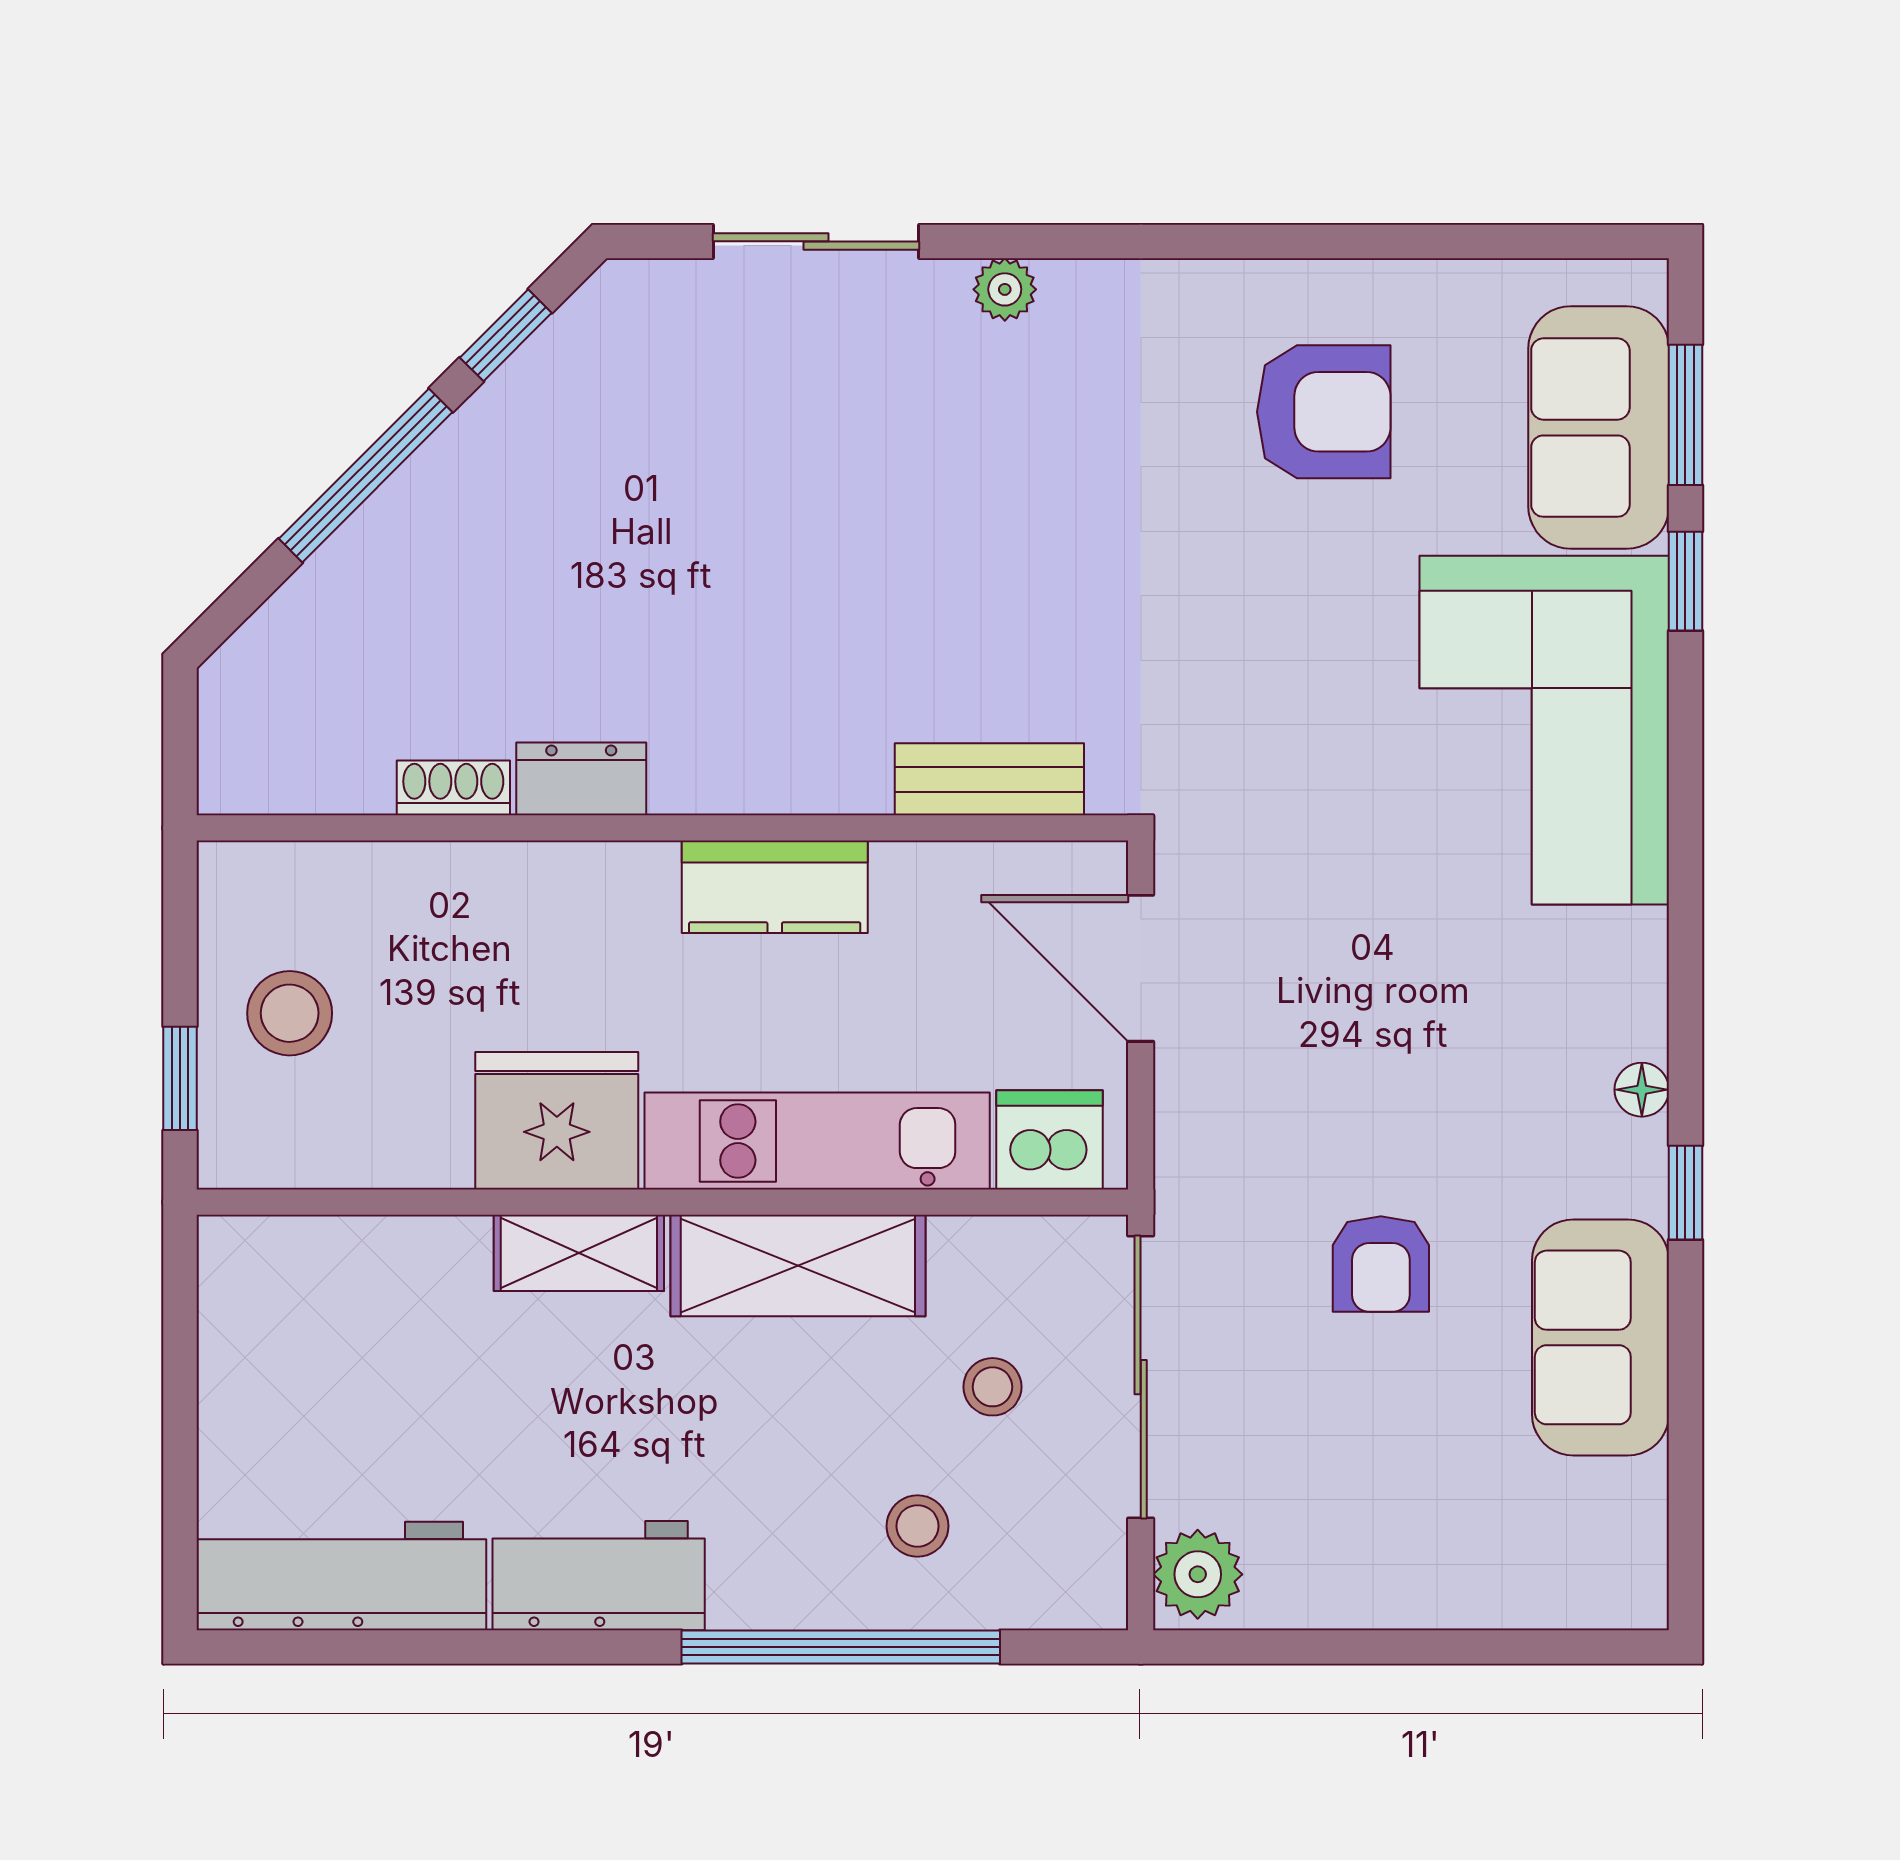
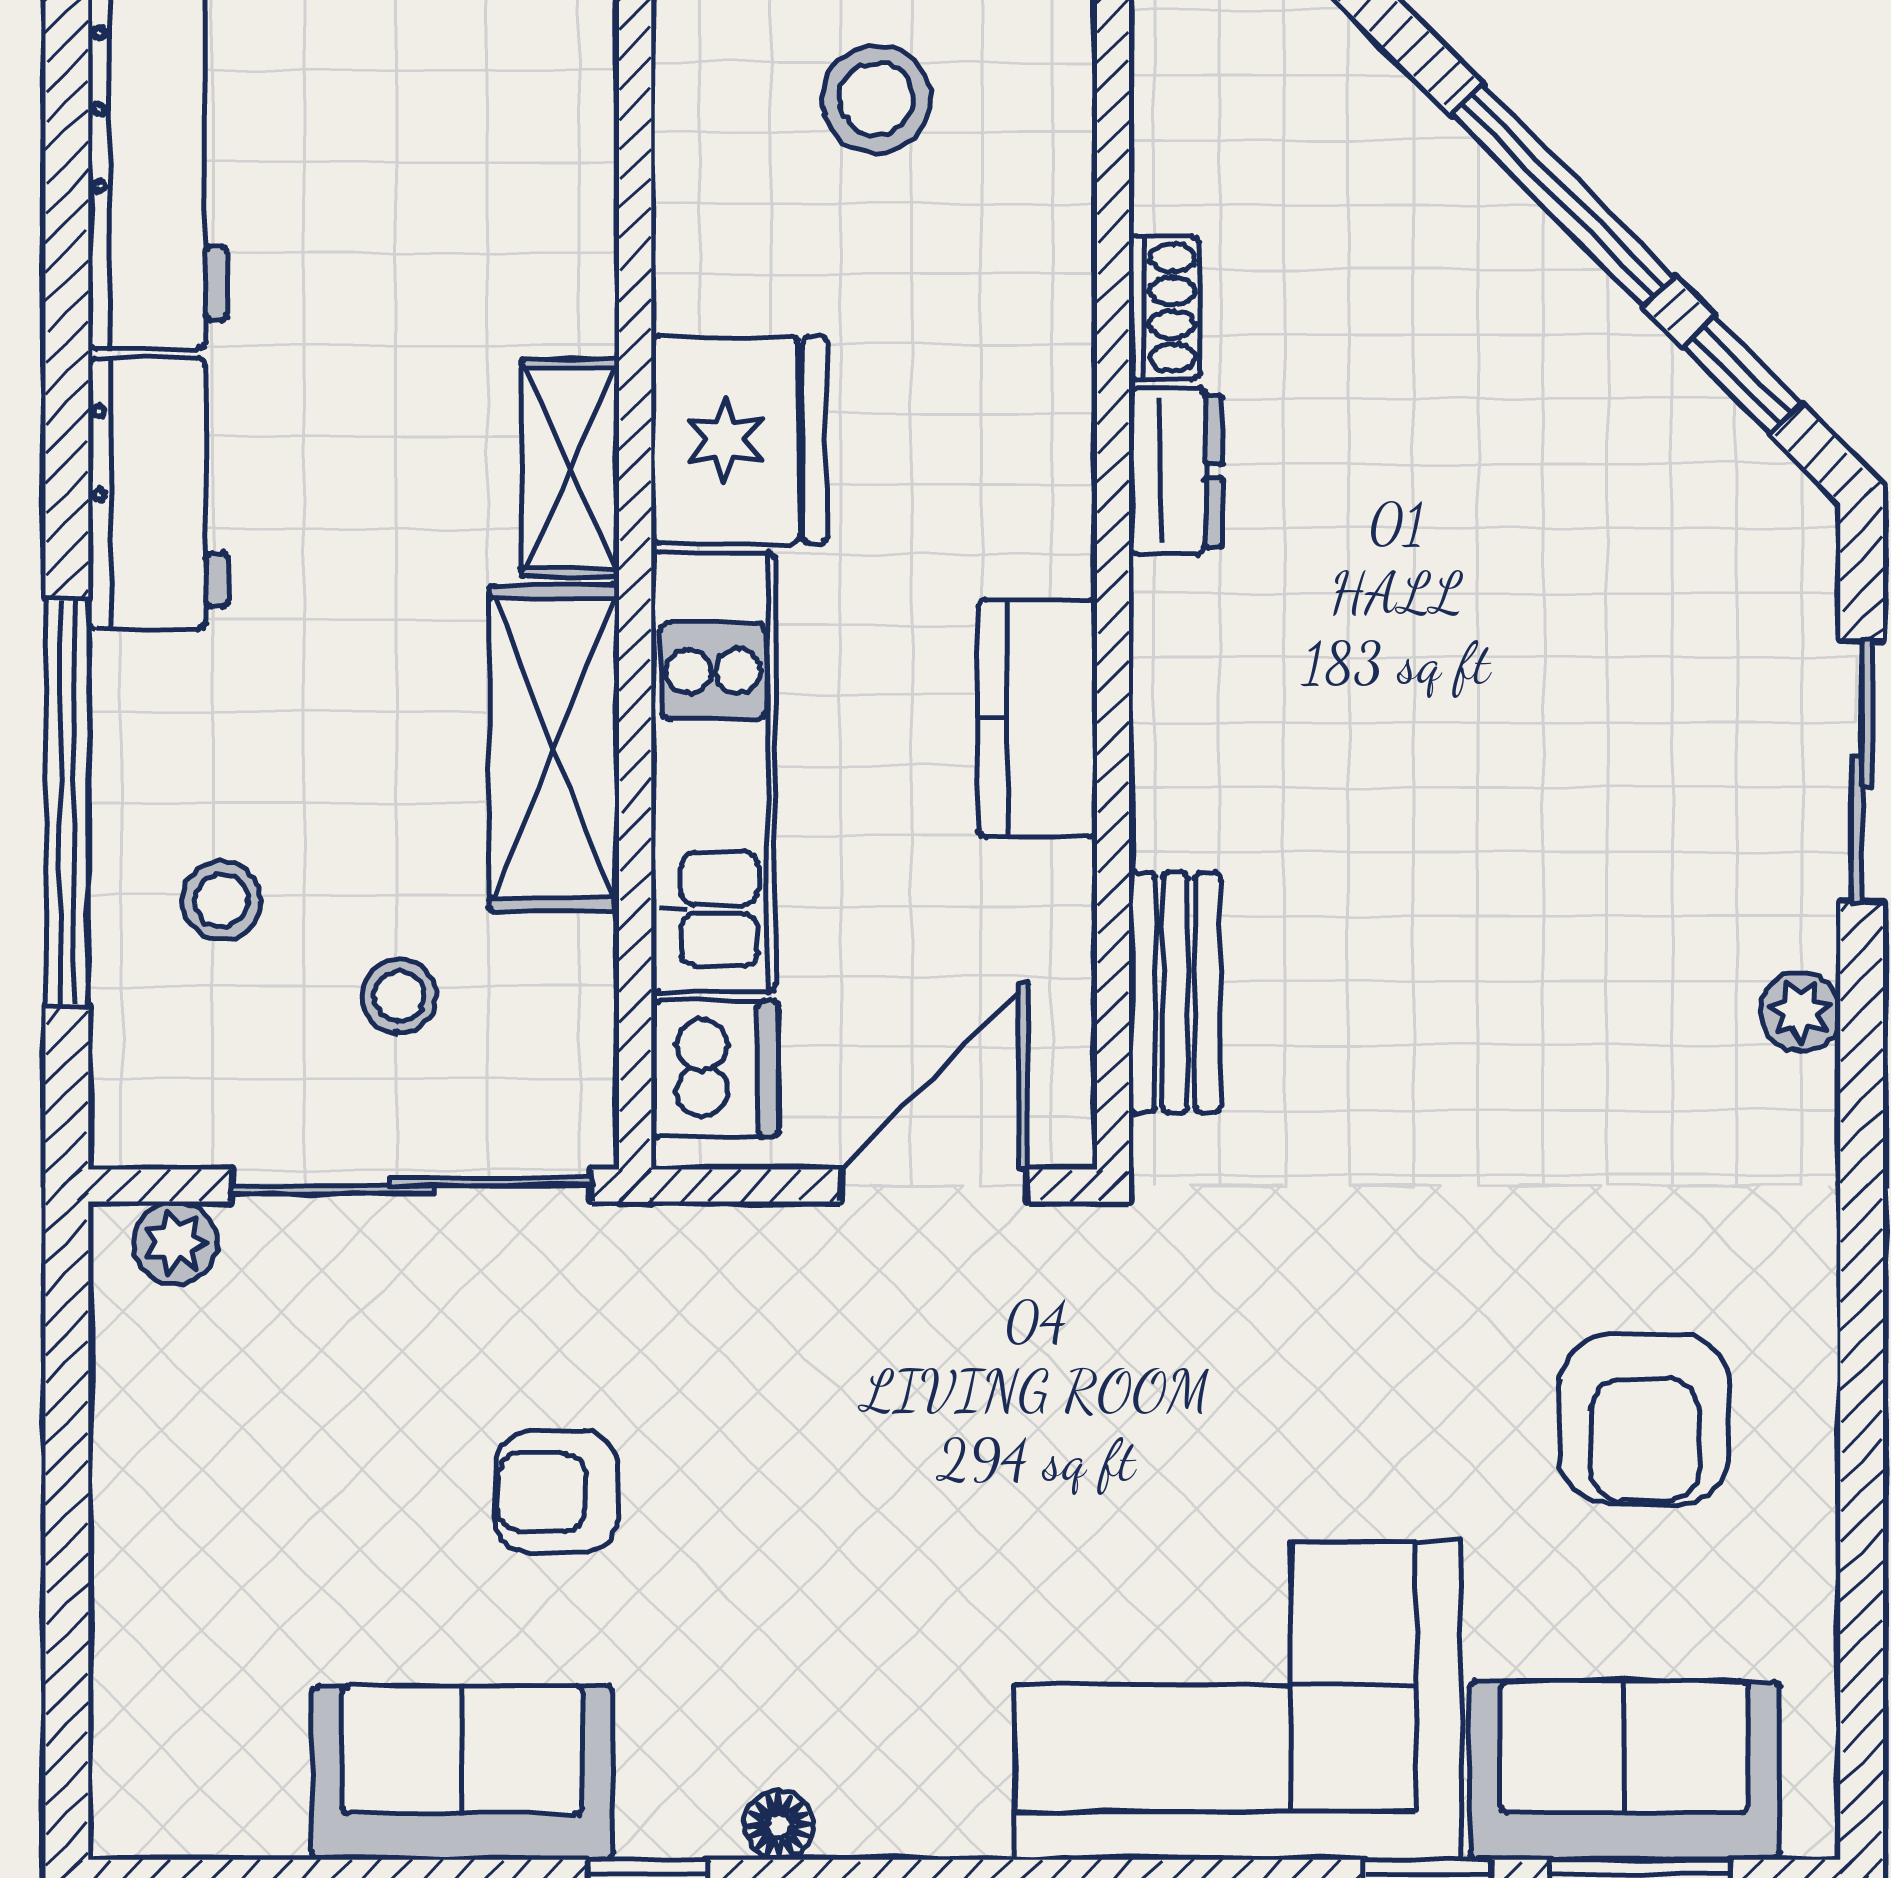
plant: (1198, 1574) -> (175, 1243), width x0.73, depth x0.73

